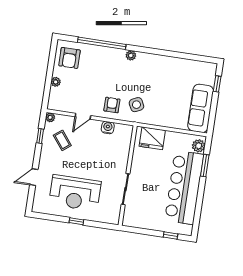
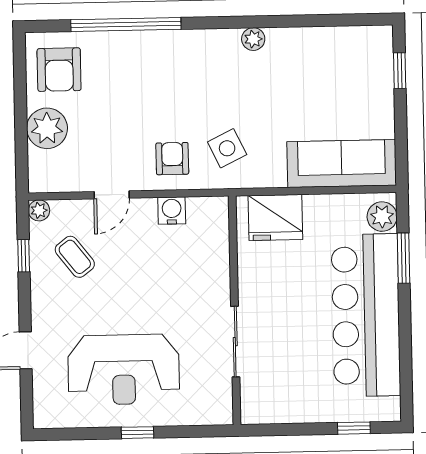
plant: (131, 55) -> (253, 39), moved
plant: (56, 82) -> (47, 128), width x1.87, depth x1.87
sofa: (201, 108) -> (342, 164), moved, turned 90

